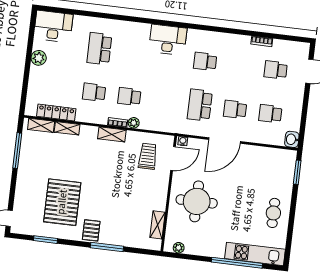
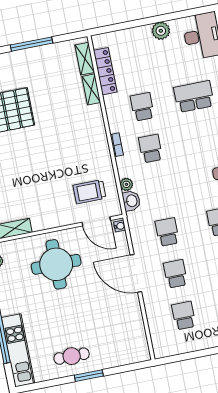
school desk: (200, 105) -> (167, 232), width x0.54
plant: (134, 123) -> (126, 184), moved
shelving: (112, 134) -> (101, 143), removed
washbasin: (292, 139) -> (131, 201), moved, turned 90
window: (17, 151) -> (32, 44), moved
trolley: (148, 156) -> (89, 192), turned 180
window: (297, 172) -> (89, 376), moved

